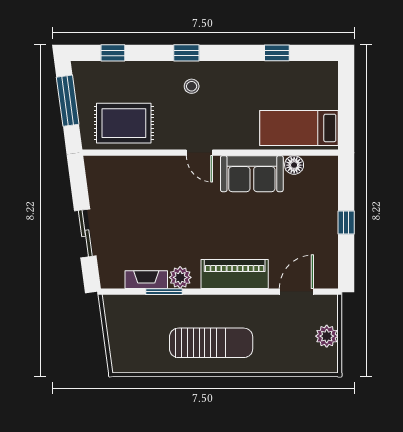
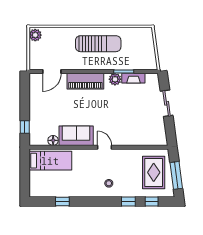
window: (186, 53) -> (128, 201), moved
rug: (124, 123) -> (154, 172), moved, turned 90
window: (346, 223) -> (25, 127), moved
plant: (327, 336) -> (35, 35), moved
sun lounger: (211, 343) -> (98, 44), turned 180

